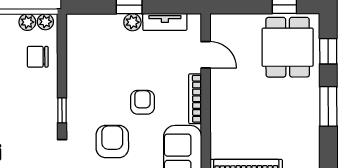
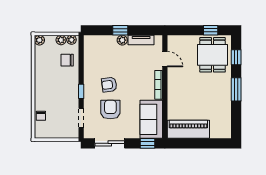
armchair: (142, 102) -> (109, 85), moved, turned -97

